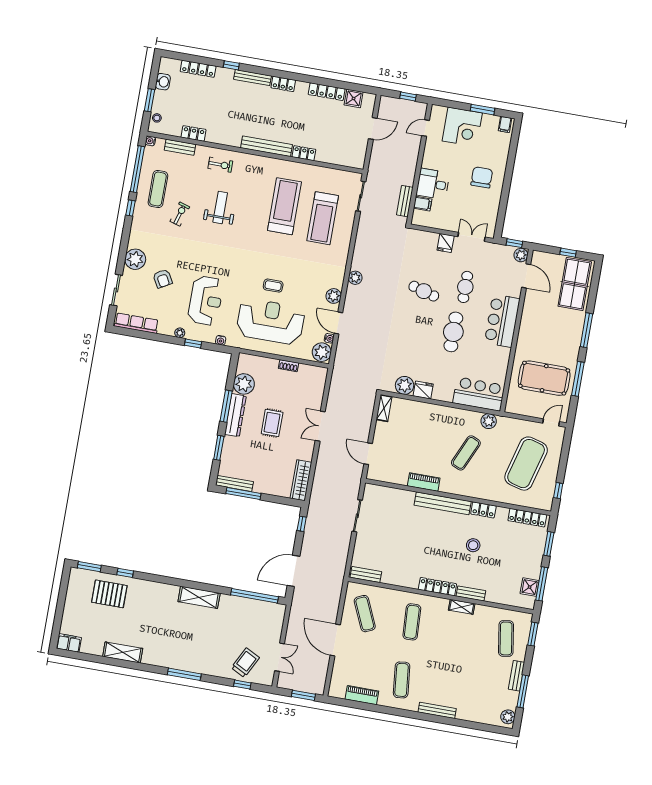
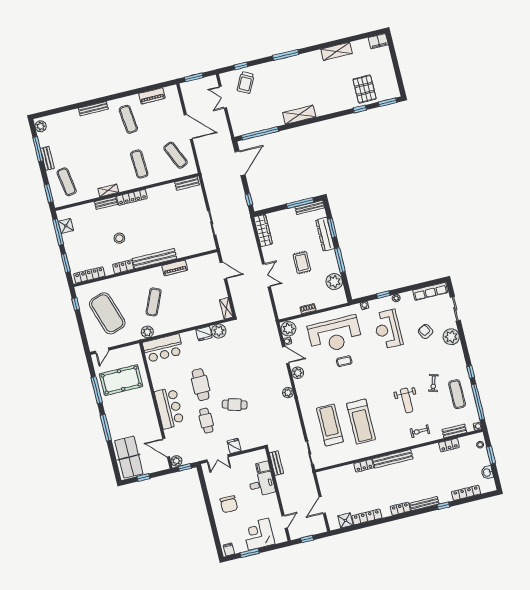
dresser: (235, 415) -> (325, 234), moved
exercise mat: (526, 464) -> (107, 313), turned -33
pallet: (109, 594) -> (365, 89), turned 90

